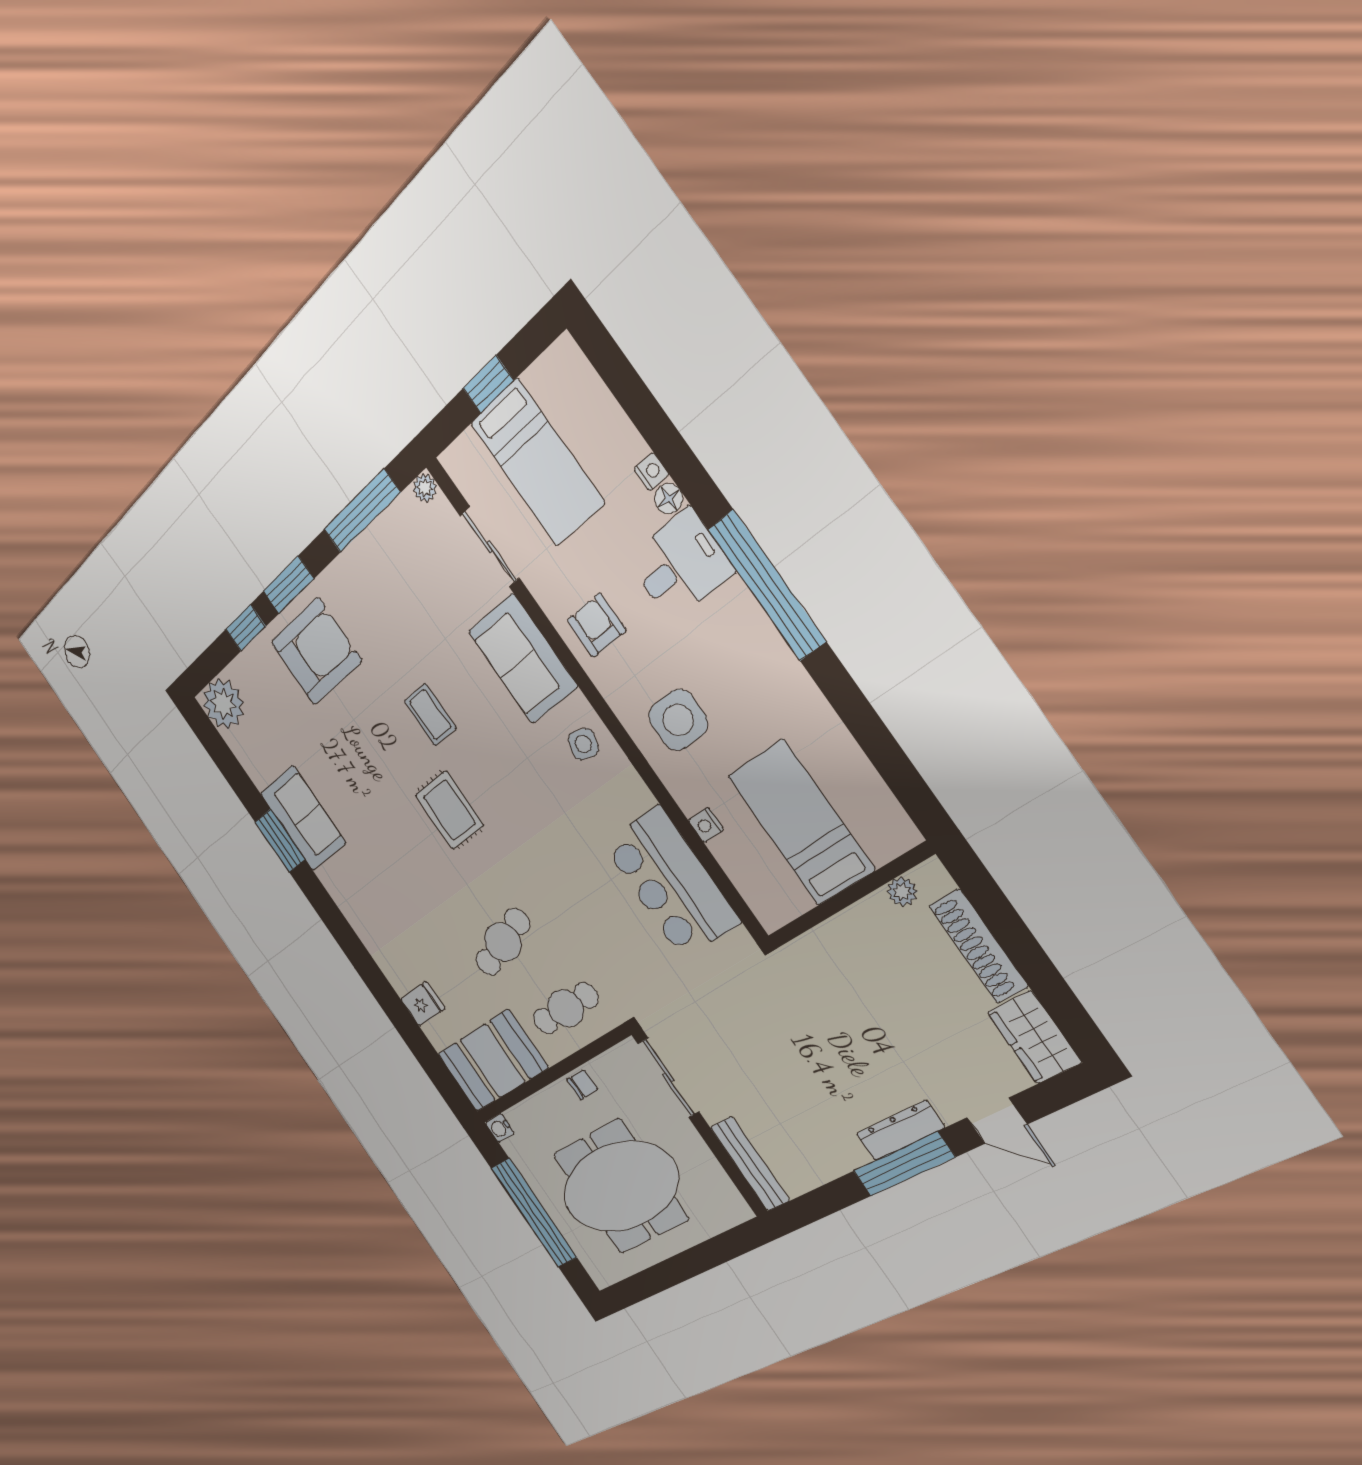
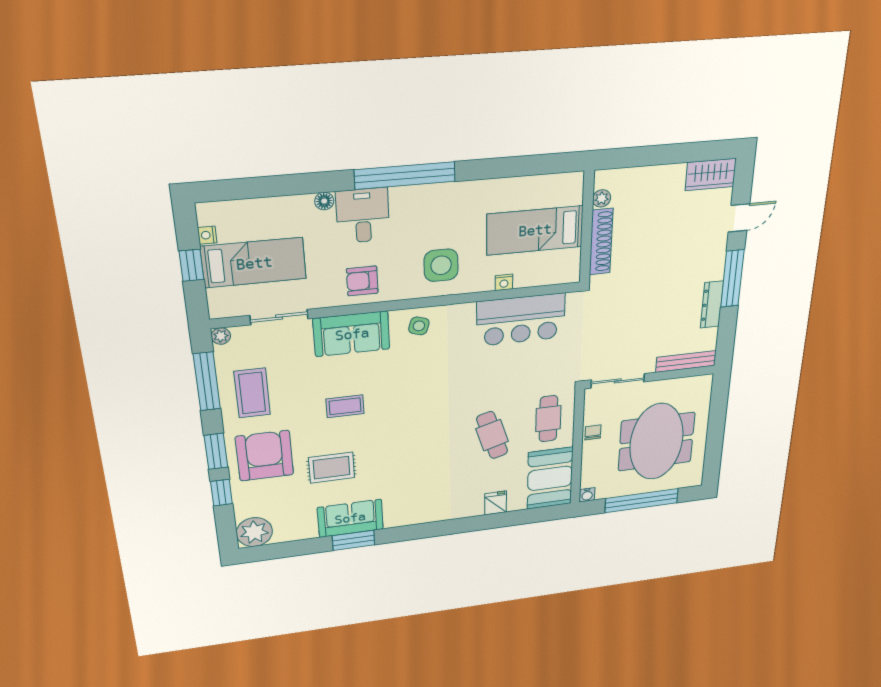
nightstand: (651, 472) -> (207, 235), moved, turned -90
coffee table: (380, 580) -> (252, 393), added
rug: (449, 810) -> (332, 468), moved
shoe rack: (978, 946) -> (601, 242), moved, turned -90
dresser: (900, 1130) -> (712, 305), moved

